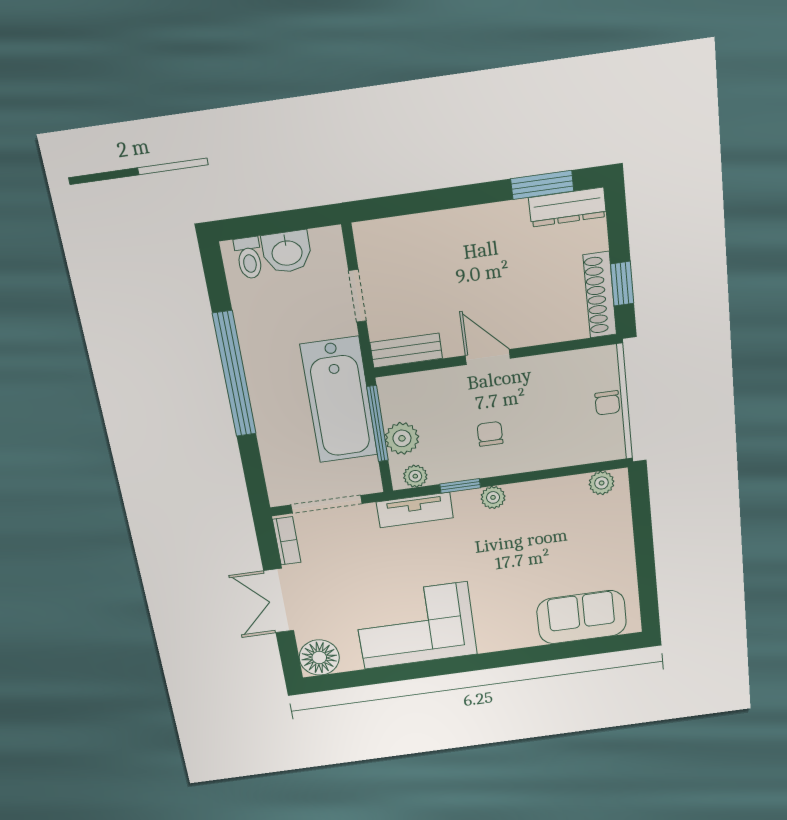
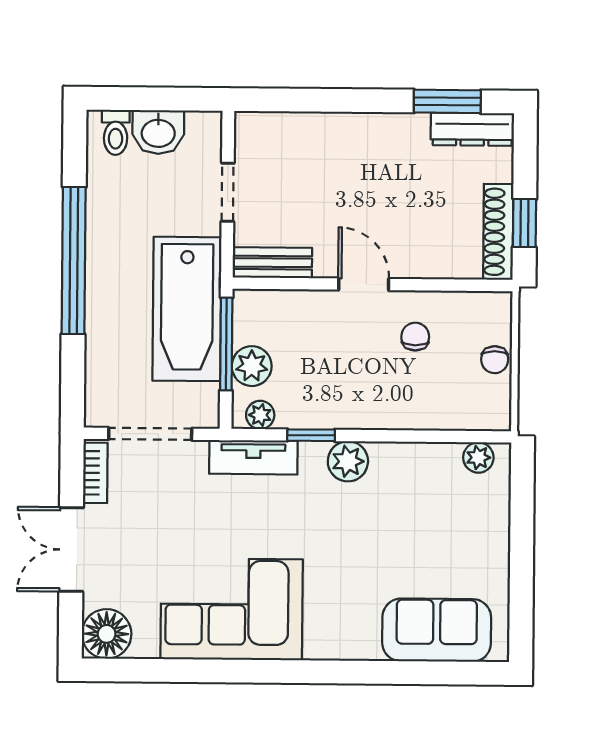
chair: (490, 434) -> (415, 337), moved
plant: (493, 497) -> (348, 461), width x1.38, depth x1.38

